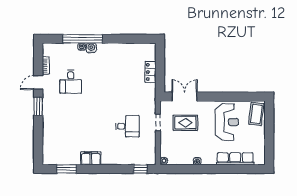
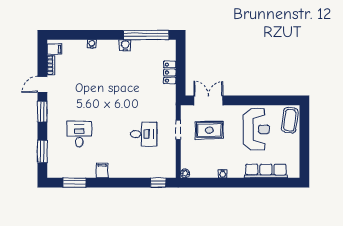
window: (83, 39) -> (146, 35), moved
water cooler: (91, 48) -> (125, 45), moved
filing cabinet: (49, 51) -> (54, 49), added
desk: (71, 82) -> (79, 134), moved, turned 180
window: (38, 141) -> (42, 151), added
filing cabinet: (91, 158) -> (102, 170), width x0.50

